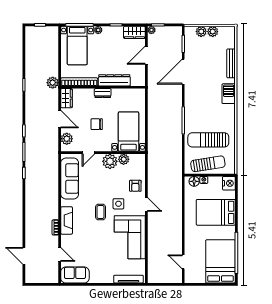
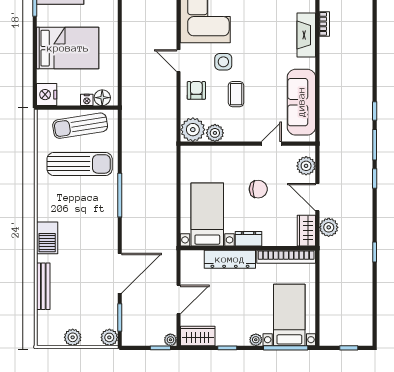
plant: (201, 31) -> (109, 337), moved
plant: (53, 83) -> (329, 227), moved
bed with nightstands: (128, 132) -> (207, 215), moved, turned 180
plant: (110, 161) -> (193, 130), moved
coffee table: (101, 212) -> (236, 94), moved

